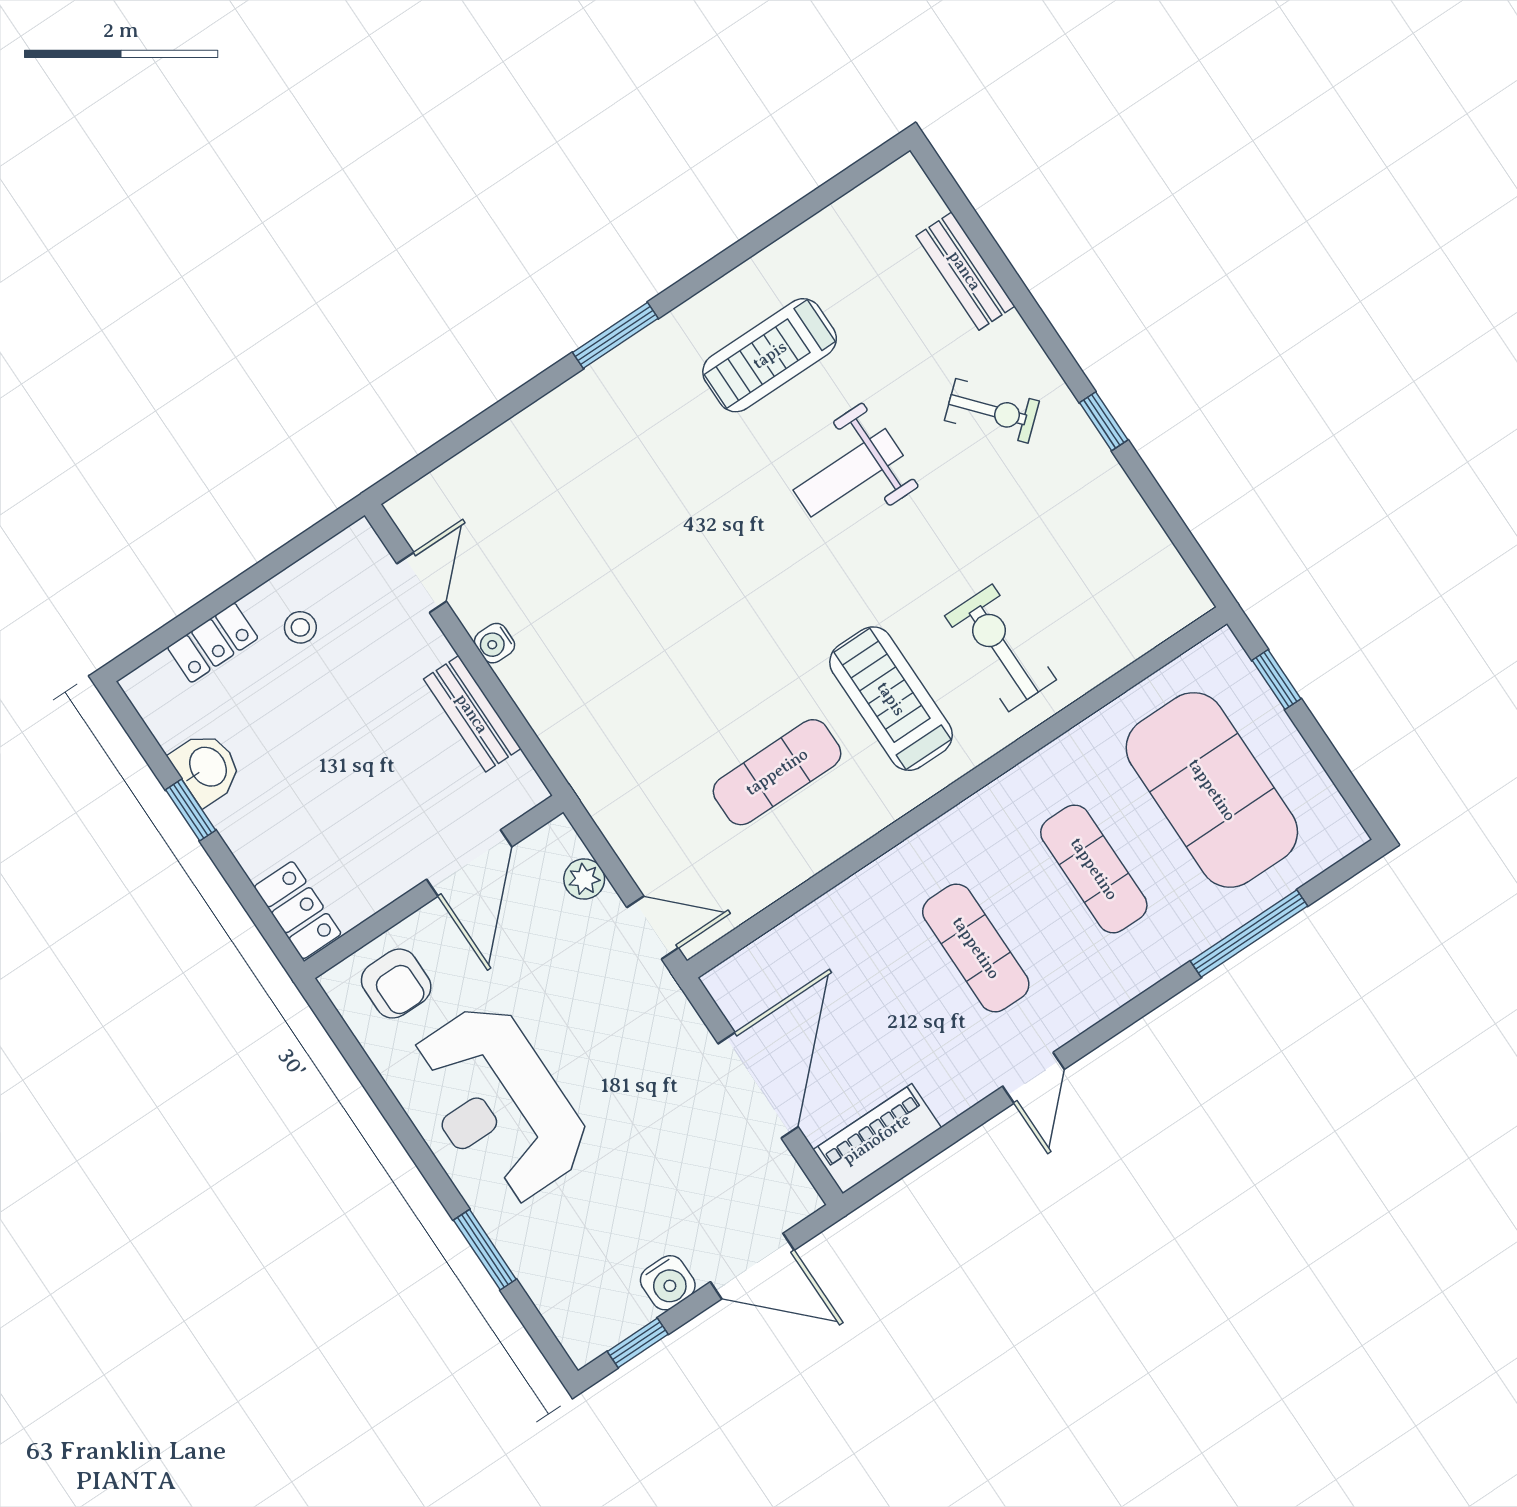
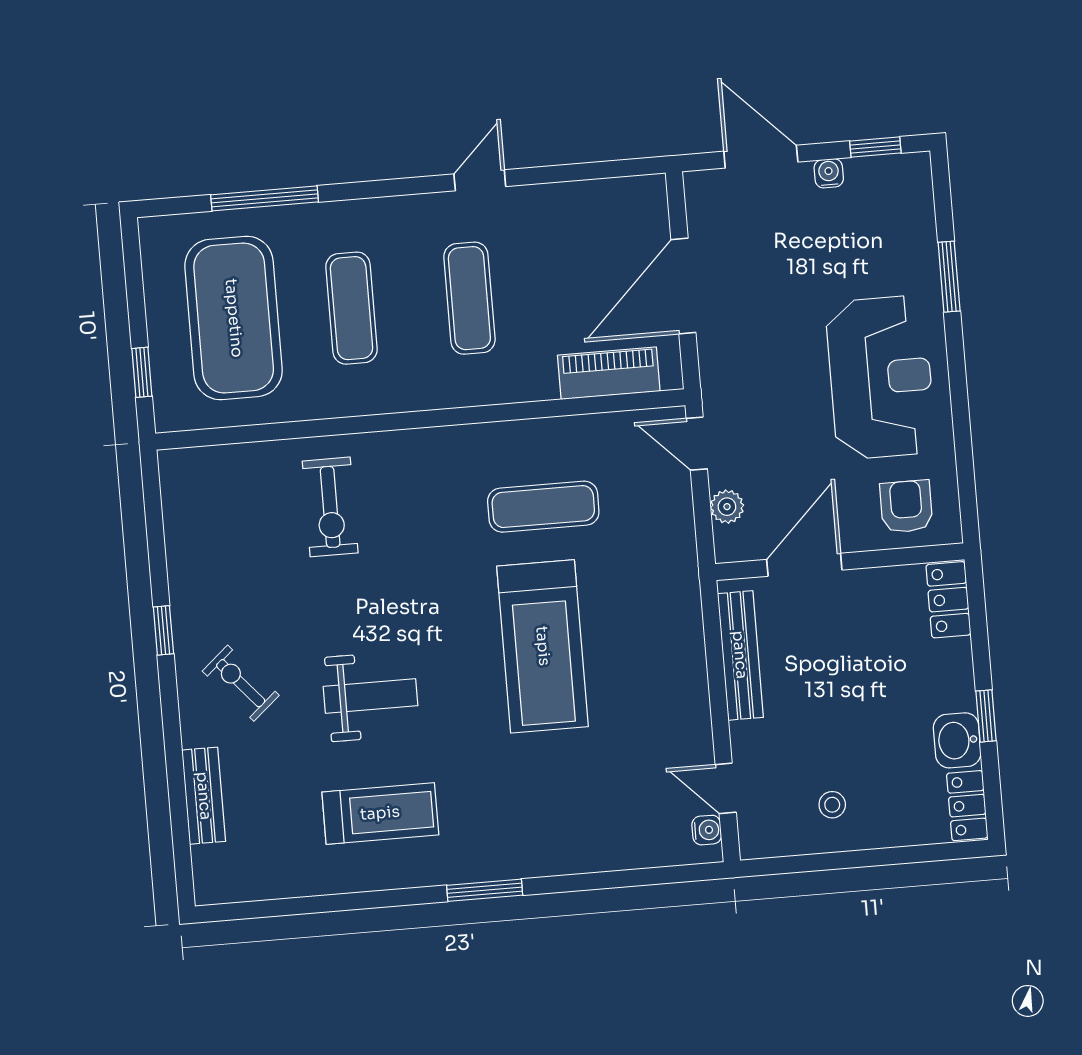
door: (422, 582) -> (726, 788), hinge flipped
locker: (213, 643) -> (967, 806), moved, turned -90
water cooler: (495, 643) -> (707, 830), moved
treadmill: (891, 699) -> (543, 646), moved, width x1.37, depth x1.38
bench: (472, 714) -> (740, 655), width x1.36
piano: (877, 1139) -> (609, 373), moved, turned 180
water cooler: (668, 1283) -> (829, 173), width x0.72, depth x0.72

